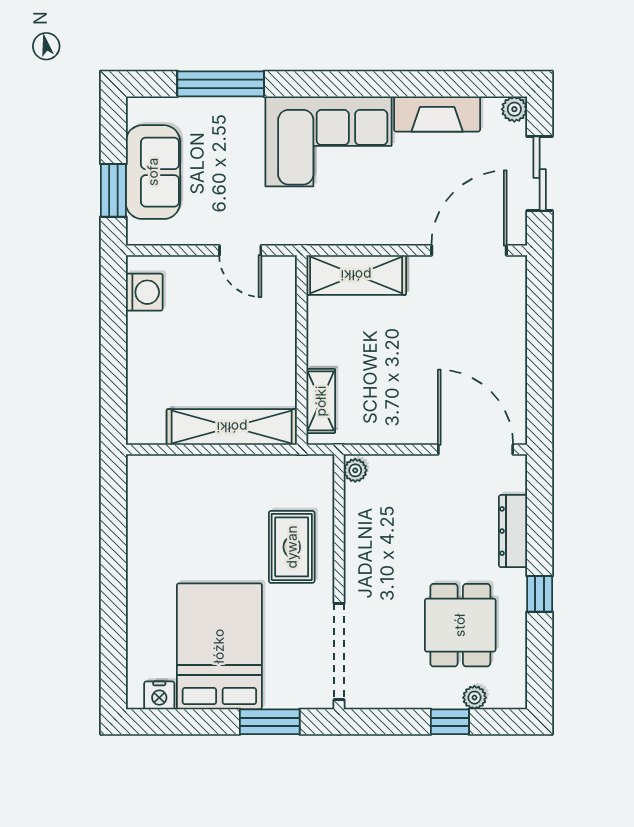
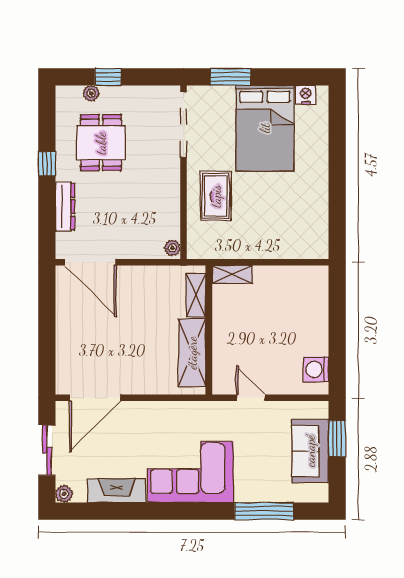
shelving: (356, 275) -> (192, 353), moved, turned 90
shelving: (232, 427) -> (232, 274), width x0.45, depth x0.75

